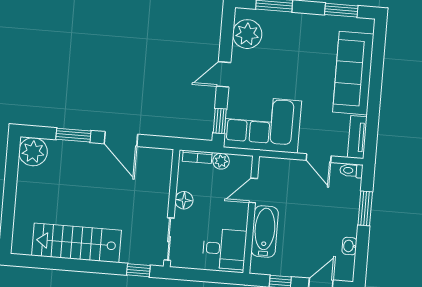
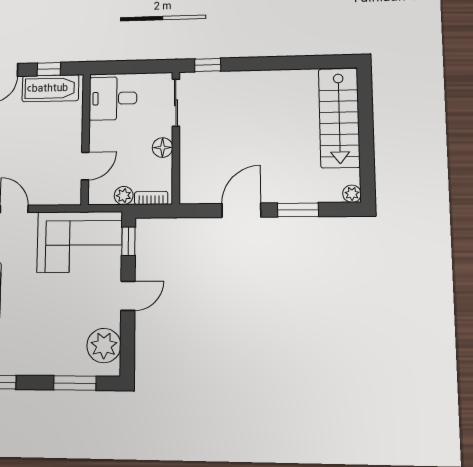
door: (121, 139) -> (241, 210), hinge flipped
plant: (33, 152) -> (352, 194), width x0.53, depth x0.53
bathtub: (265, 231) -> (50, 88), moved, turned -90
stairs: (76, 243) -> (339, 118), moved, turned 90

